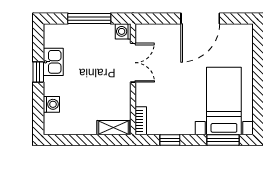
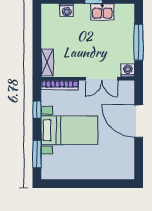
door: (200, 19) -> (139, 121), moved
bed with nightstands: (224, 101) -> (69, 130), moved
bookcase: (141, 121) -> (60, 85), width x1.56

